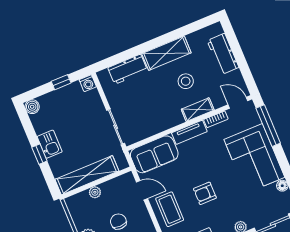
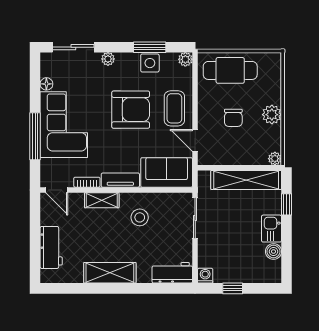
workbench: (128, 69) -> (172, 273), moved
stool: (186, 81) -> (140, 217), moved
boiler: (32, 107) -> (273, 251), moved
window: (268, 126) -> (35, 136), moved
window: (39, 154) -> (287, 204), moved
plant: (95, 192) -> (275, 159), moved
armchair: (205, 193) -> (131, 110), width x1.88, depth x1.88

